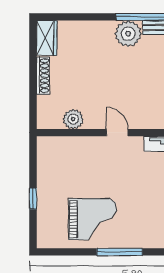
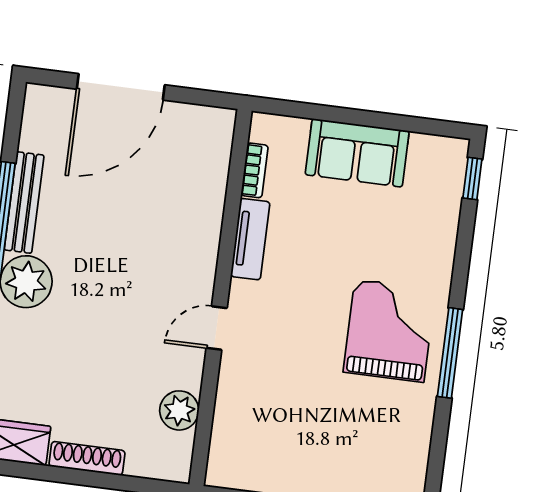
grand piano: (92, 219) -> (389, 331), moved

